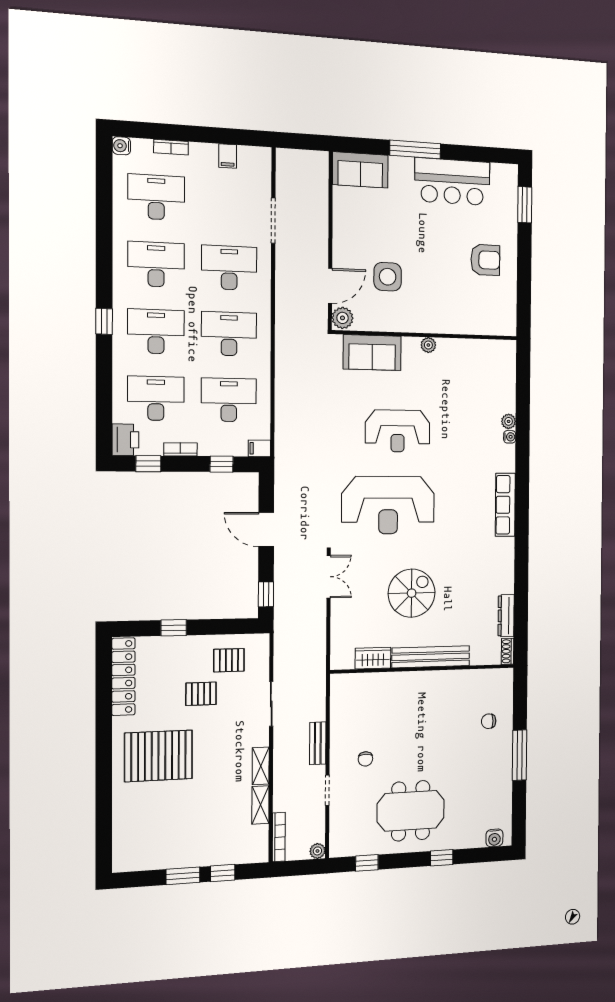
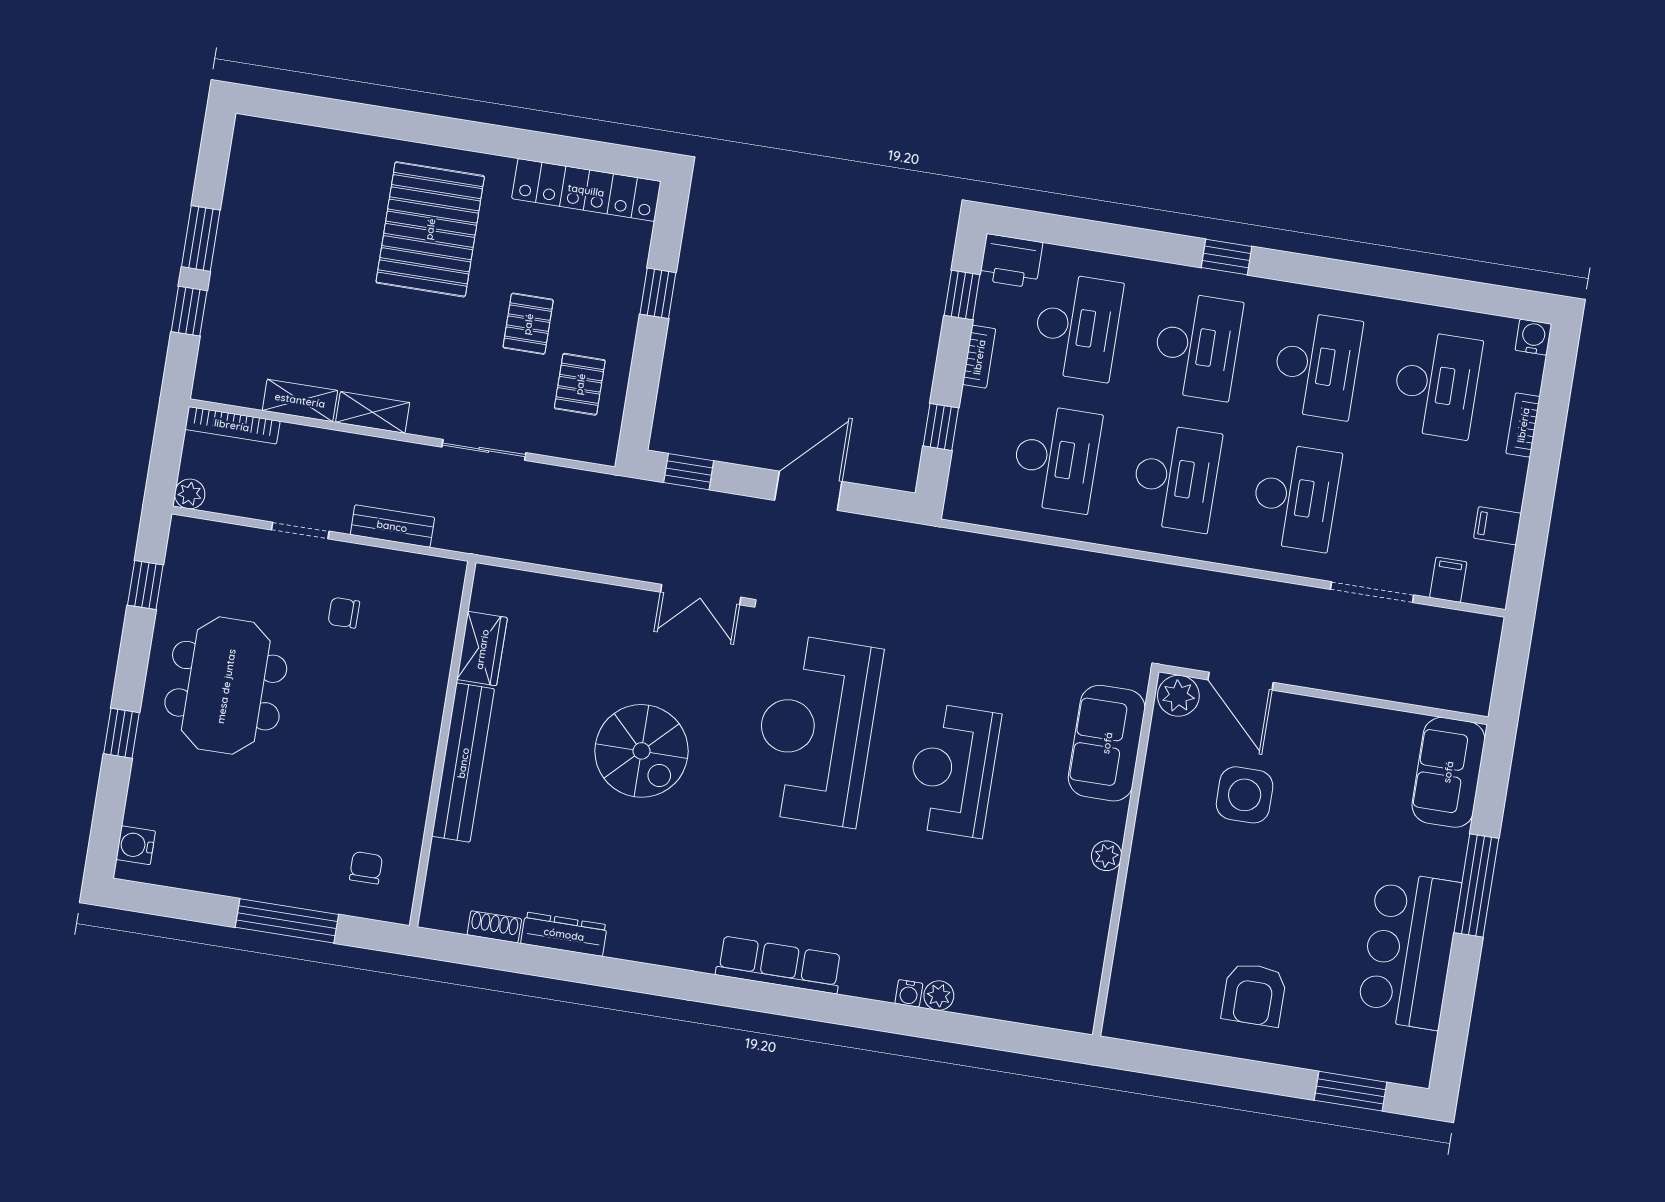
filing cabinet: (259, 448) -> (1448, 580), moved
bench: (431, 657) -> (463, 763), moved
wardrobe: (373, 658) -> (482, 649), moved
wall: (423, 669) -> (443, 744), moved

